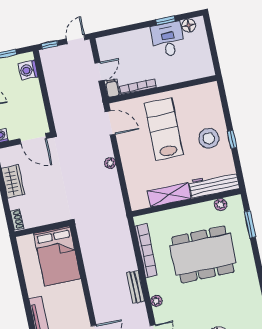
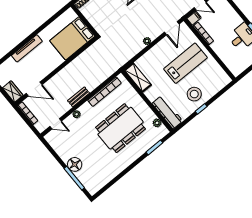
shelving: (169, 195) -> (138, 77), moved
dining table: (203, 254) -> (121, 128), turned 90

